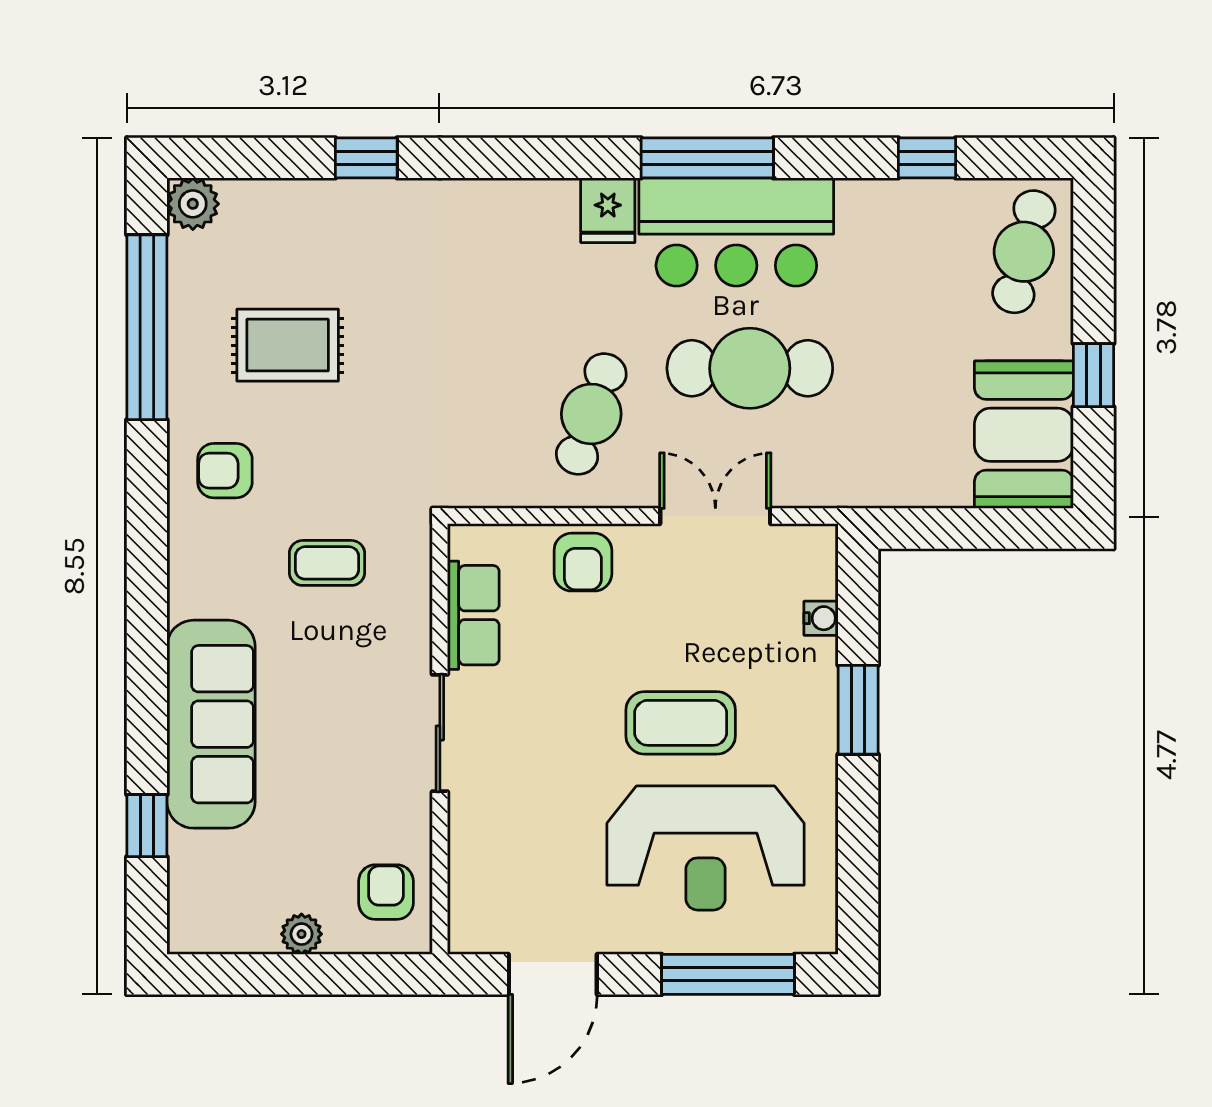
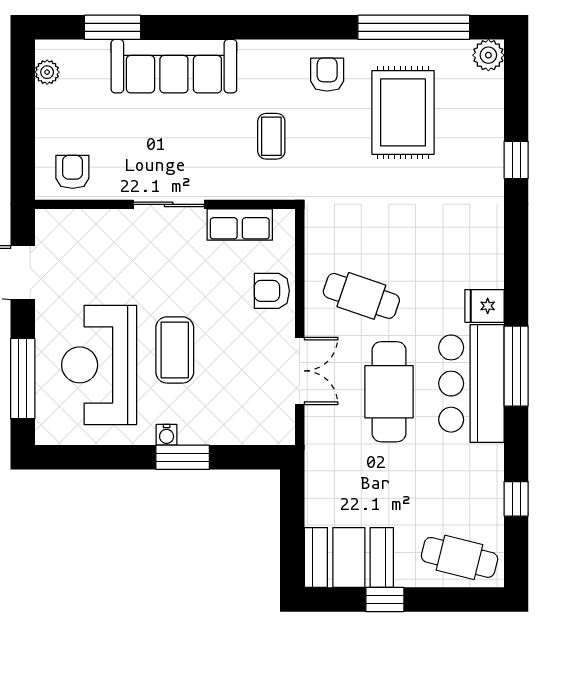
rug: (288, 345) -> (403, 112), width x1.36, depth x1.43
water cooler: (821, 618) -> (167, 435), moved
window: (147, 826) -> (113, 27), width x1.50
armchair: (386, 892) -> (72, 172), turned -90
plant: (302, 934) -> (47, 72), moved

